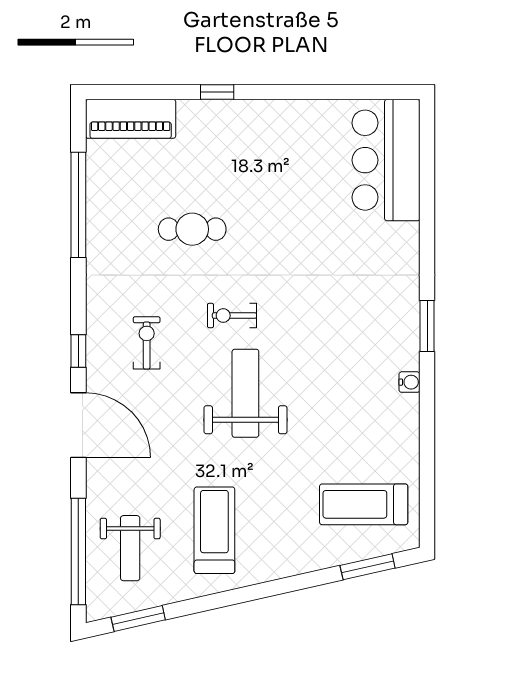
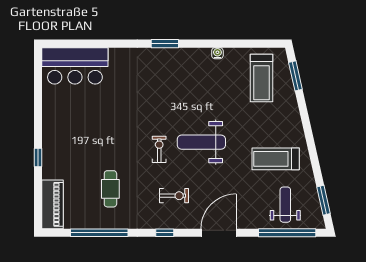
cafe table: (192, 229) -> (110, 189), moved
exercise bike: (232, 316) -> (159, 149), turned 180
exercise bike: (147, 343) -> (174, 196), turned 180
window: (78, 351) -> (165, 233), moved
water cooler: (409, 382) -> (217, 53), moved
weight bench: (130, 548) -> (285, 205), turned -90

